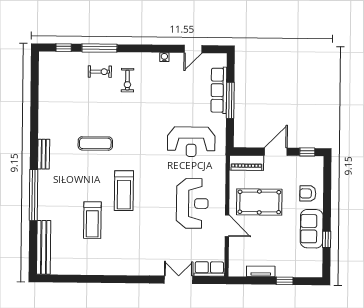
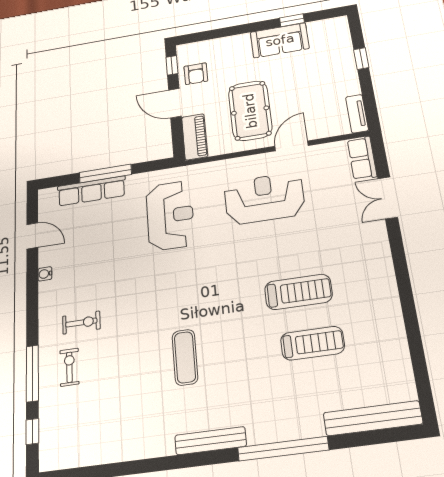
bench: (44, 154) -> (211, 441), width x1.36
treadmill: (124, 191) -> (298, 292), moved
armchair: (308, 193) -> (196, 74), moved
tv unit: (261, 271) -> (357, 114), moved

